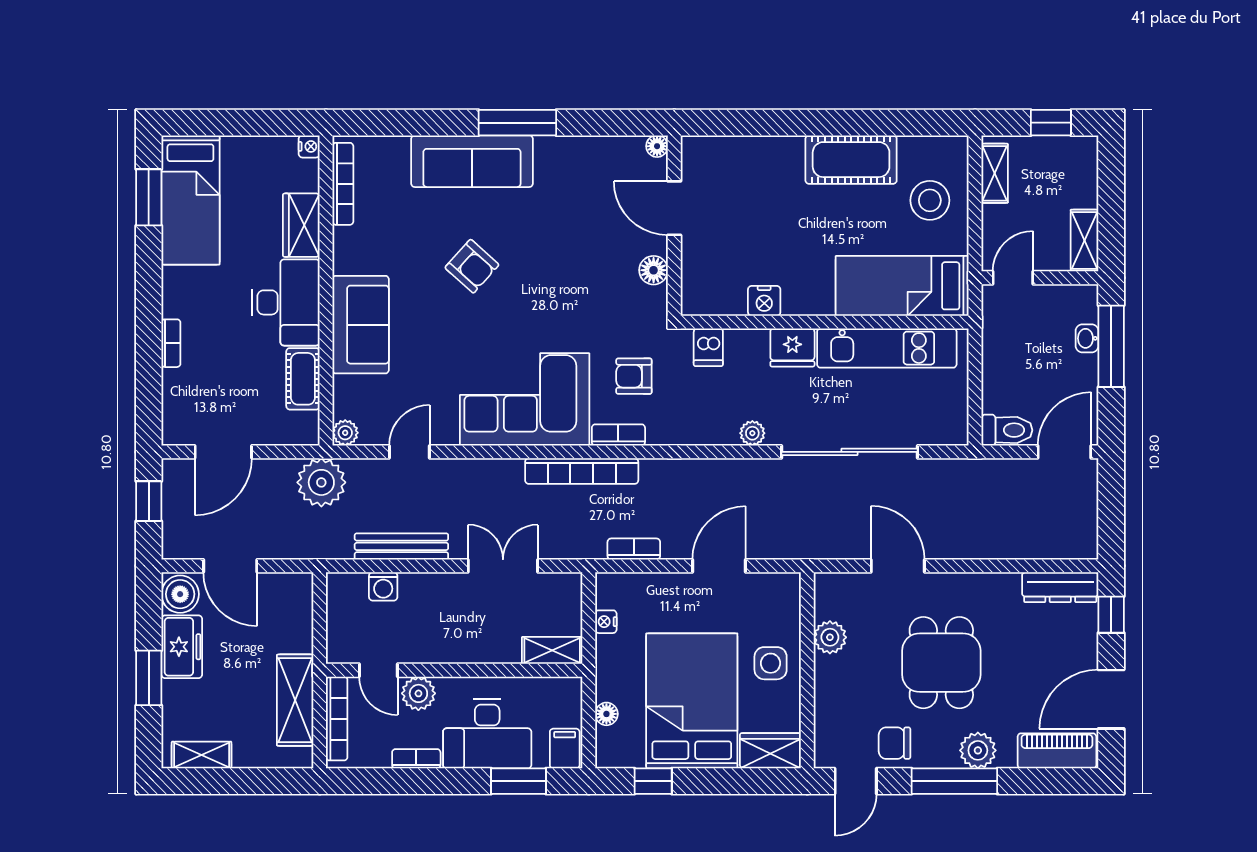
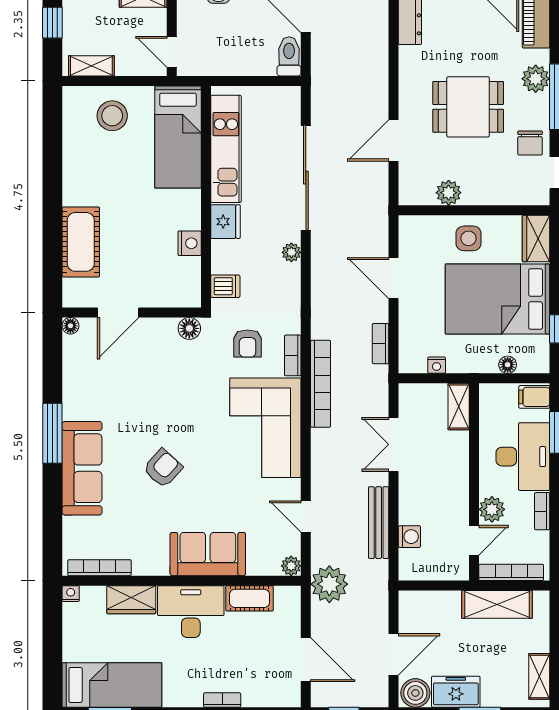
cot: (851, 160) -> (81, 242), moved
floor lamp: (654, 270) -> (189, 328), moved

